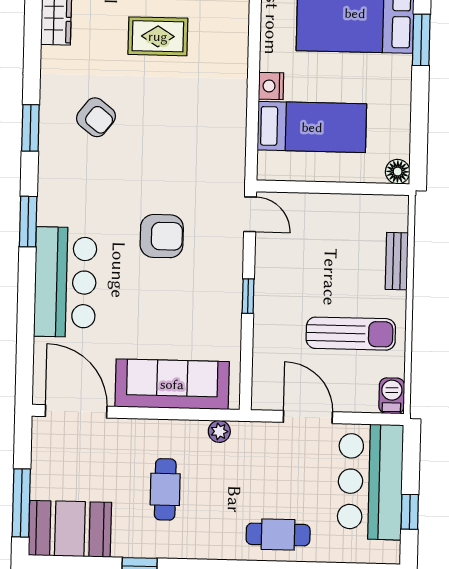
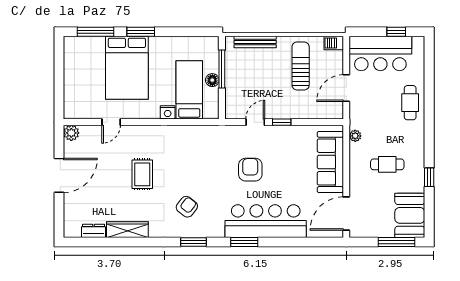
floor lamp: (398, 172) -> (212, 80), moved
window: (349, 188) -> (222, 69), added
door: (250, 214) -> (255, 122), moved
bench: (397, 261) -> (255, 42), width x1.36
bar counter: (65, 282) -> (266, 221), width x1.36

